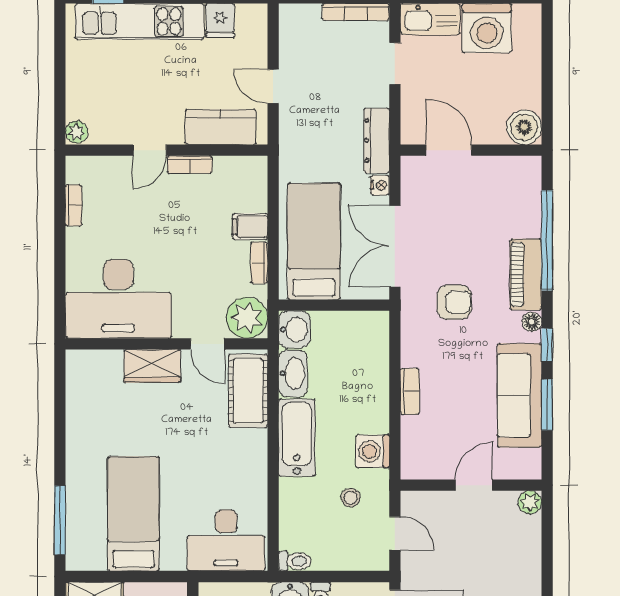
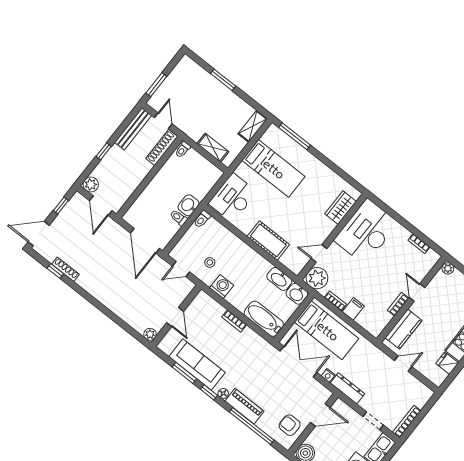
armchair: (454, 302) -> (290, 425), moved, turned 90
wardrobe: (152, 366) -> (341, 208), moved
cot: (248, 391) -> (268, 240), moved
bathtub: (297, 438) -> (264, 319), moved, turned 180

